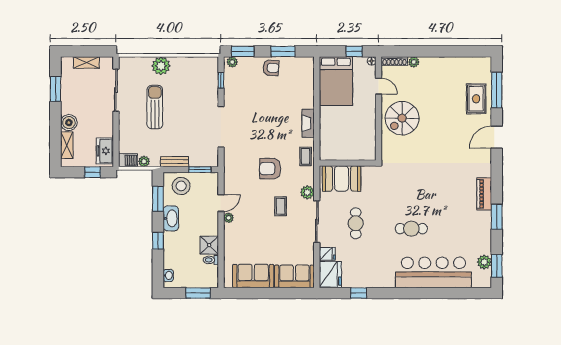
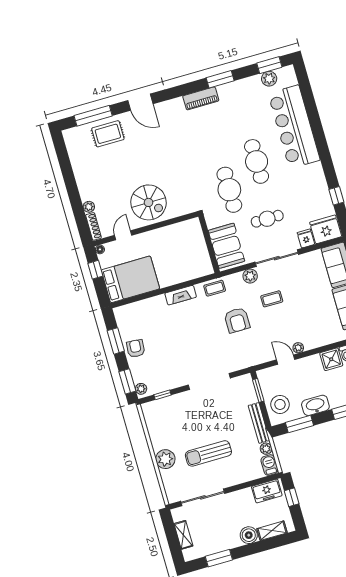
bench: (175, 162) -> (259, 423), width x1.36
cafe table: (392, 196) -> (229, 190), added
cafe table: (411, 229) -> (257, 161), width x1.37, depth x1.35

